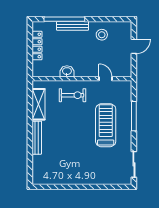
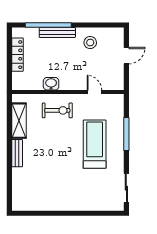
bench: (37, 138) -> (17, 153), width x0.73

